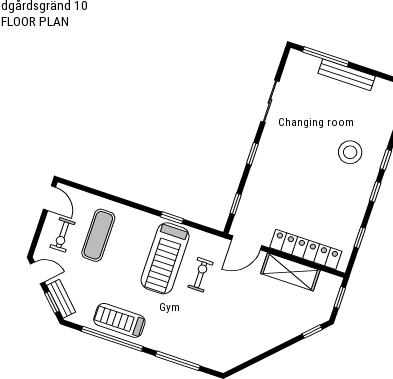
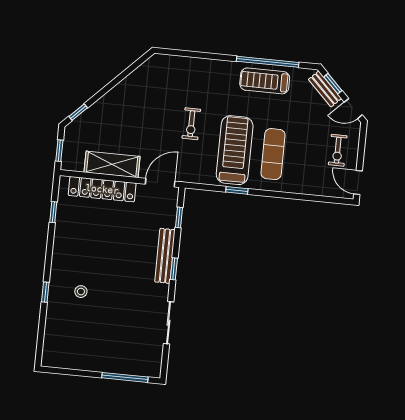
bench: (347, 75) -> (165, 256), moved, turned 90
stool: (350, 152) -> (81, 292), width x0.53, depth x0.53
window: (375, 192) -> (49, 259), removed
exercise bike: (62, 235) -> (338, 150), turned 180
exercise mat: (98, 235) -> (273, 154), moved
exercise bike: (201, 275) -> (191, 124), moved
treadmill: (119, 320) -> (265, 81), turned 180
window: (178, 361) -> (200, 55), removed

